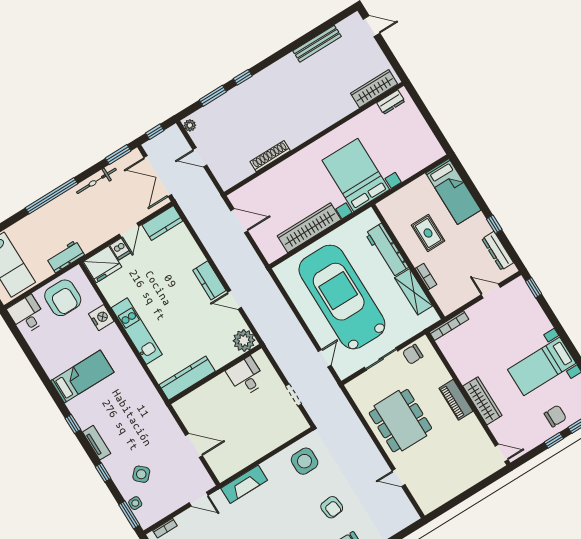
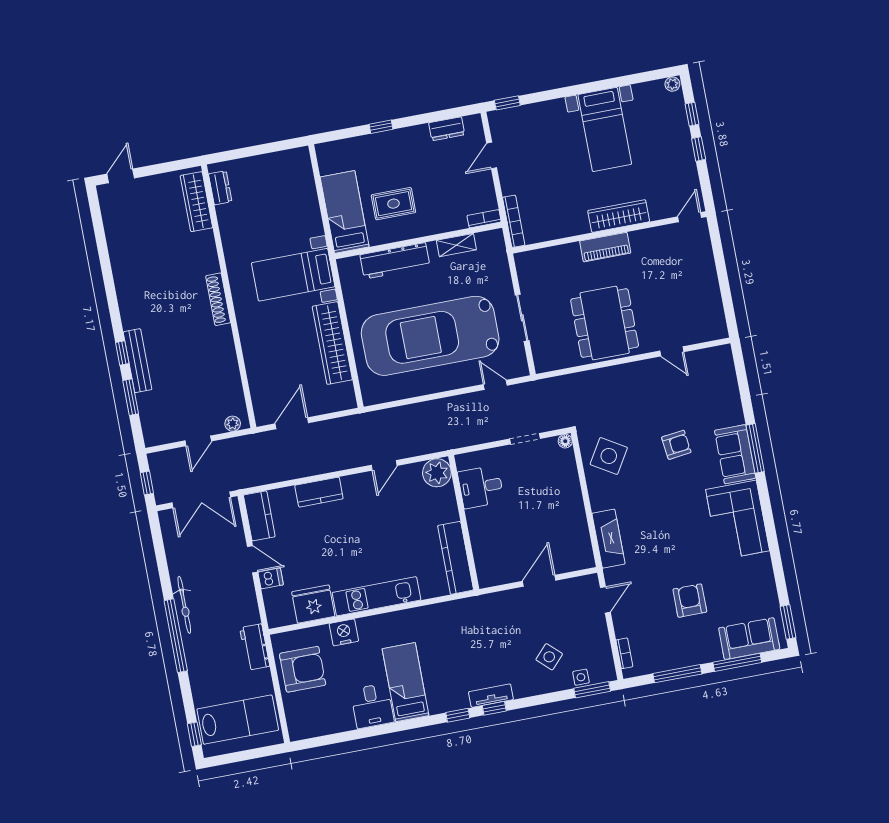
bench: (317, 44) -> (138, 361), moved
plant: (190, 125) -> (233, 424), moved
window: (118, 155) -> (157, 537), removed
shoe rack: (270, 156) -> (218, 299), moved
bed with nightstands: (356, 175) -> (293, 275), width x0.73
bicycle: (96, 181) -> (184, 605), moved
bed: (453, 191) -> (345, 212), moved, turned -90
window: (494, 224) -> (381, 127), moved
dresser: (498, 251) -> (447, 129), width x0.70
fridge: (102, 264) -> (313, 604), moved, turned -90
bookcase: (426, 277) -> (484, 219), moved
kitchen counter: (209, 280) -> (319, 492), moved
shelving: (414, 292) -> (456, 245), width x0.67, depth x0.75
desk: (27, 315) -> (372, 706), moved, turned -90
chair: (413, 354) -> (531, 278), removed
chair: (555, 416) -> (670, 136), removed
dining table: (400, 421) -> (605, 323), turned 90
floor lamp: (303, 425) -> (565, 441), added
side table: (305, 461) -> (609, 456), turned 31
window: (103, 473) -> (494, 708), moved
door: (399, 478) -> (672, 351), hinge flipped

